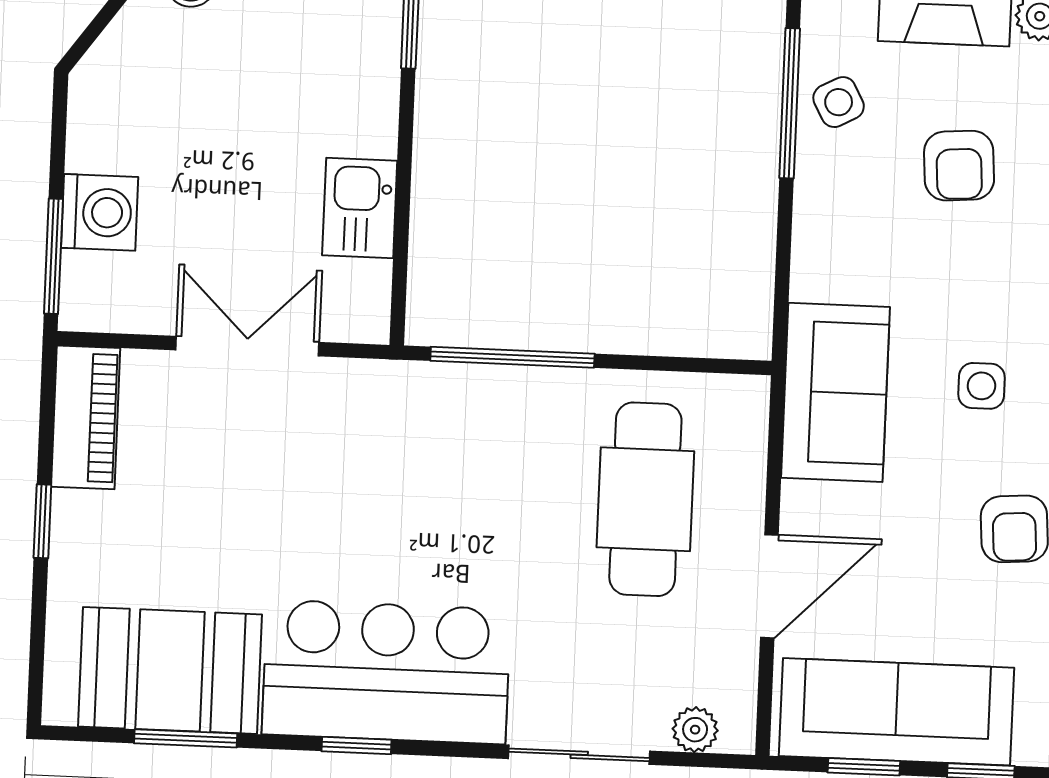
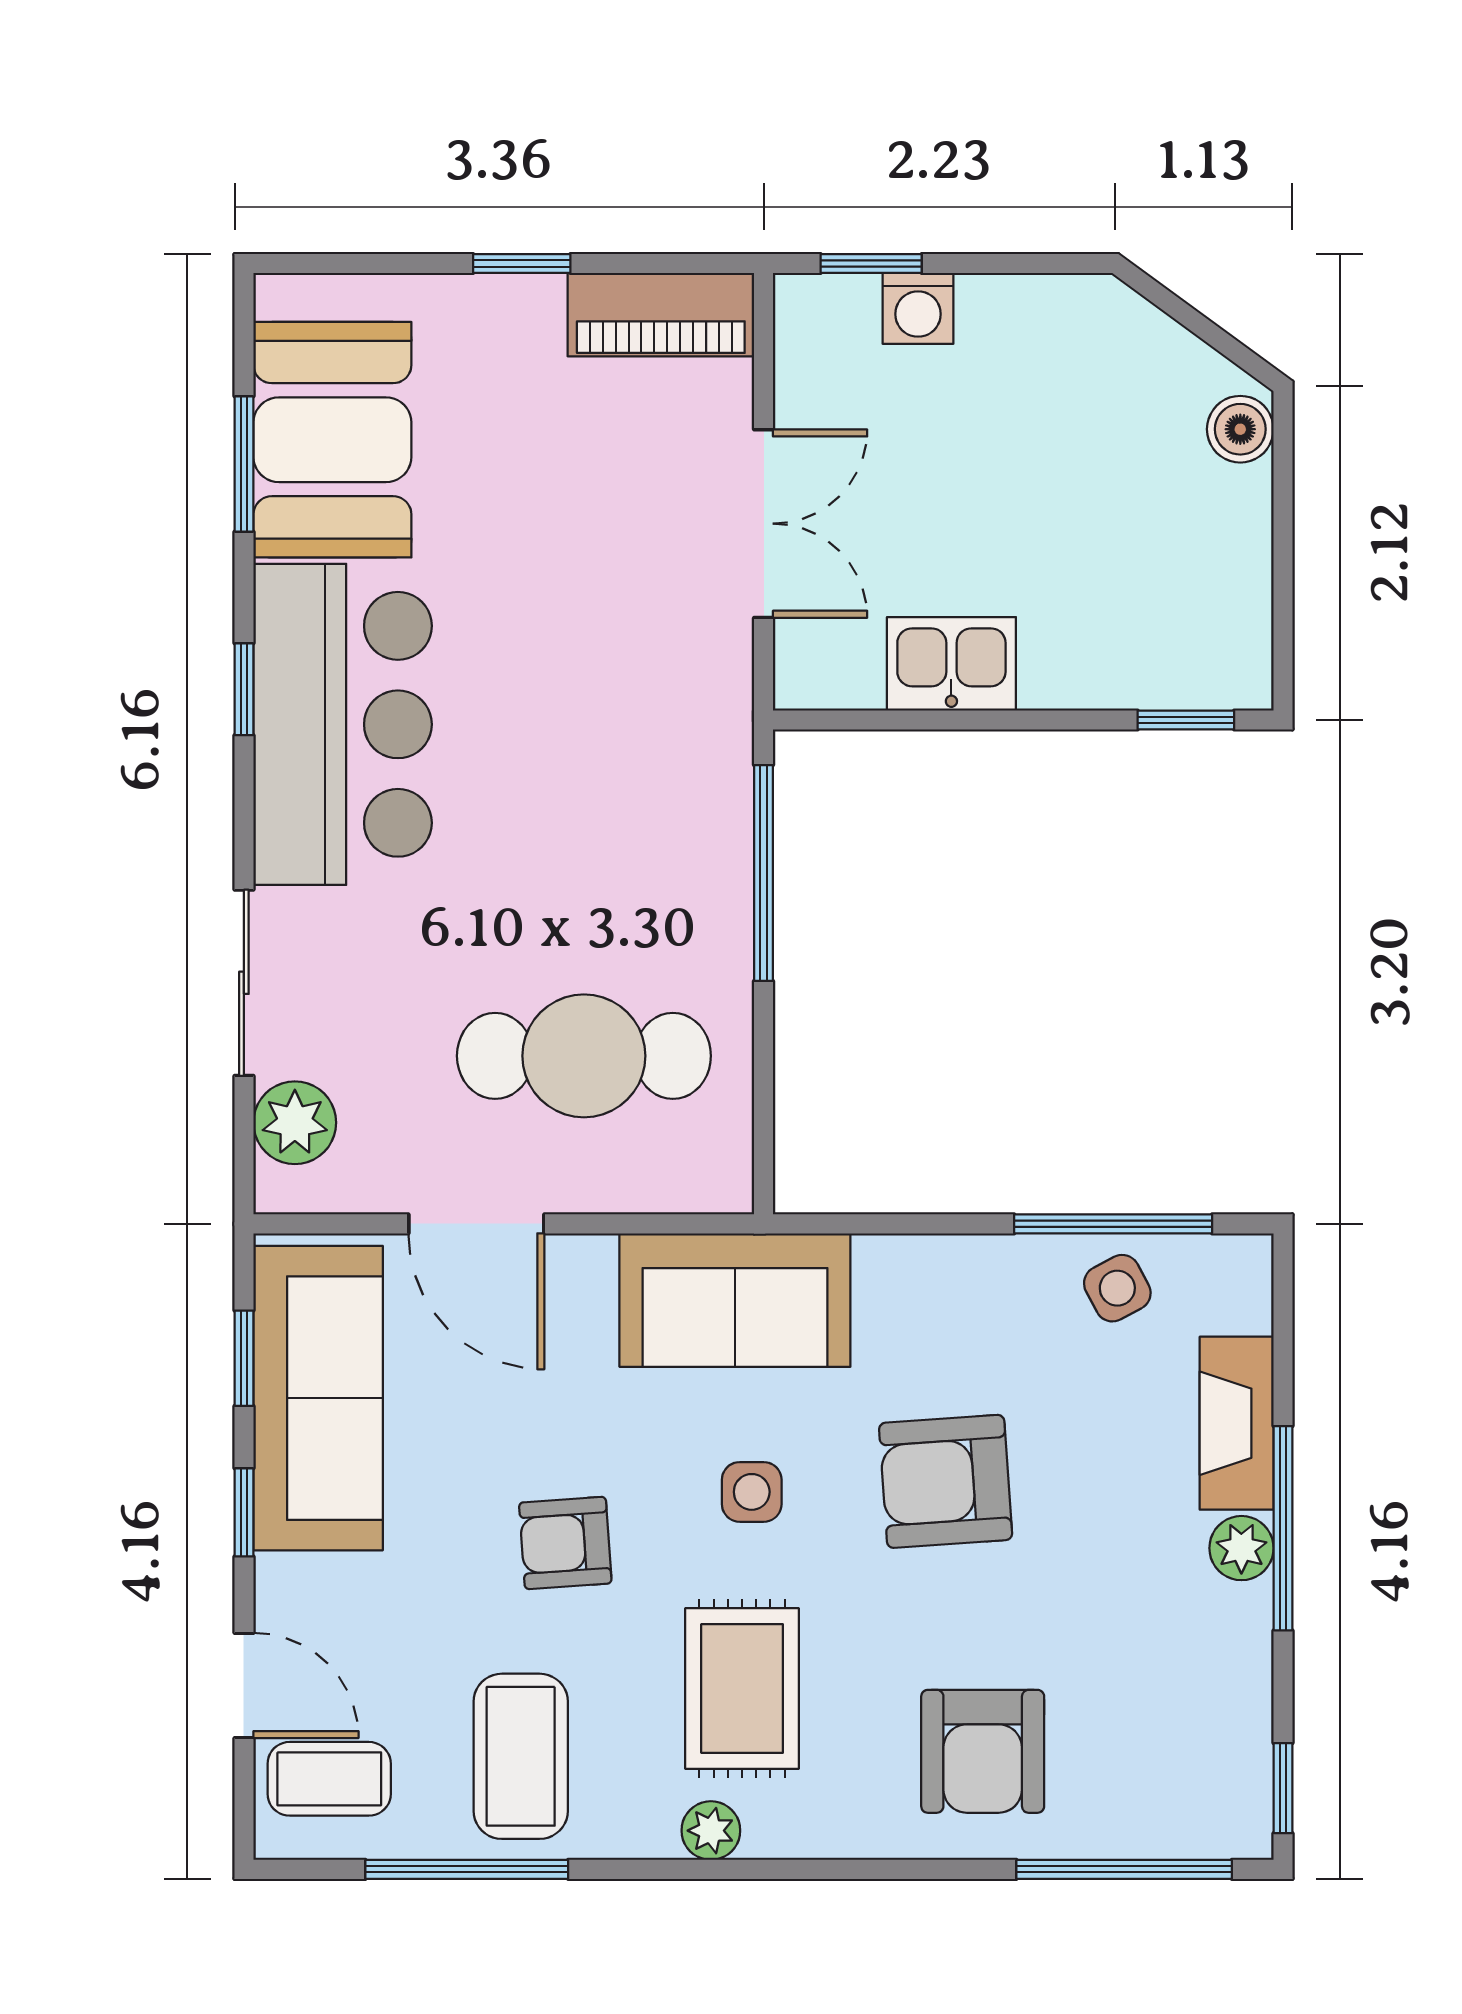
armchair: (959, 166) -> (946, 1481), moved, width x1.38, depth x1.38
washing machine: (100, 212) -> (918, 308), width x0.73, depth x0.73
window: (53, 256) -> (871, 263), width x0.67
plant: (695, 730) -> (295, 1123), width x1.38, depth x1.38

